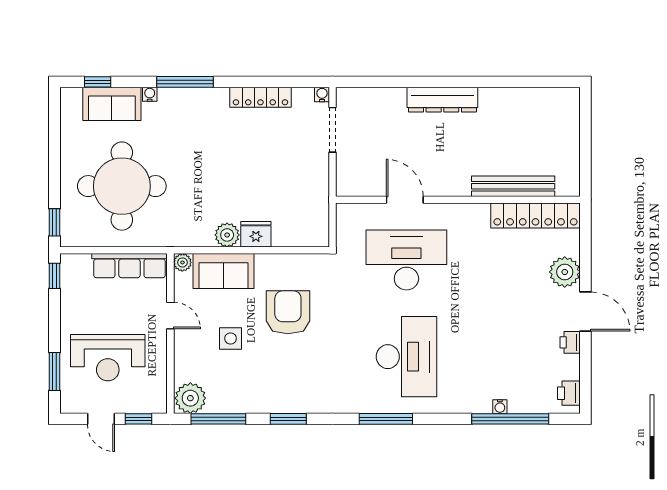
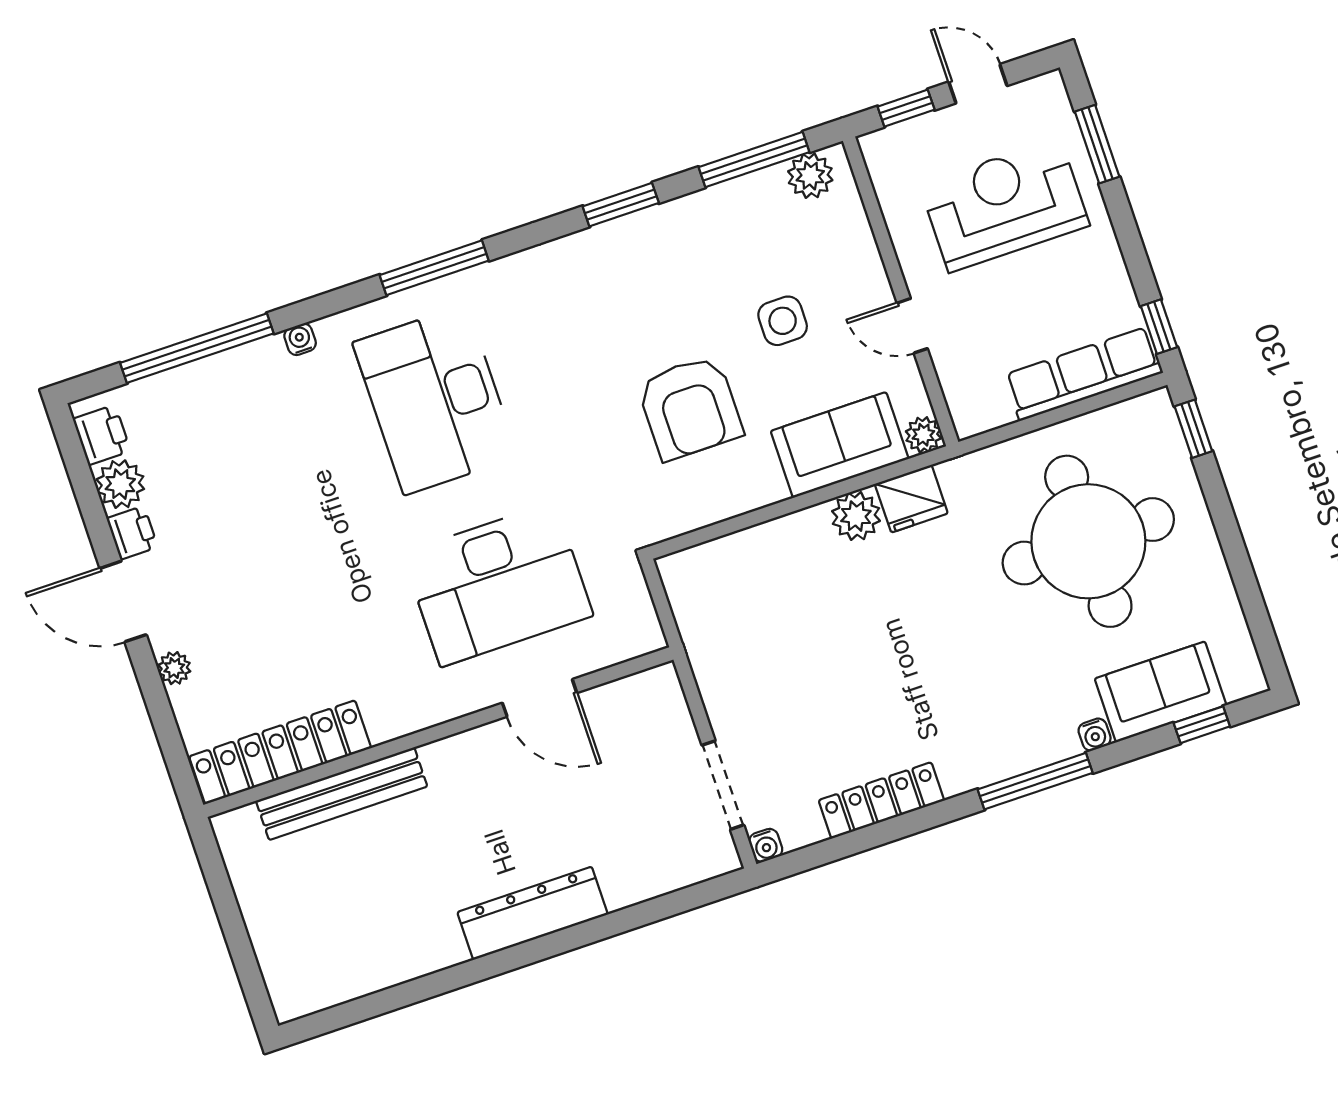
fridge: (256, 234) -> (911, 499), moved
row of seats: (129, 266) -> (1083, 374), moved
plant: (565, 272) -> (174, 668), width x0.53, depth x0.53
plant: (568, 367) -> (120, 484), added
plant: (190, 398) -> (810, 176), width x0.73, depth x0.73
water cooler: (500, 407) -> (300, 339), moved

